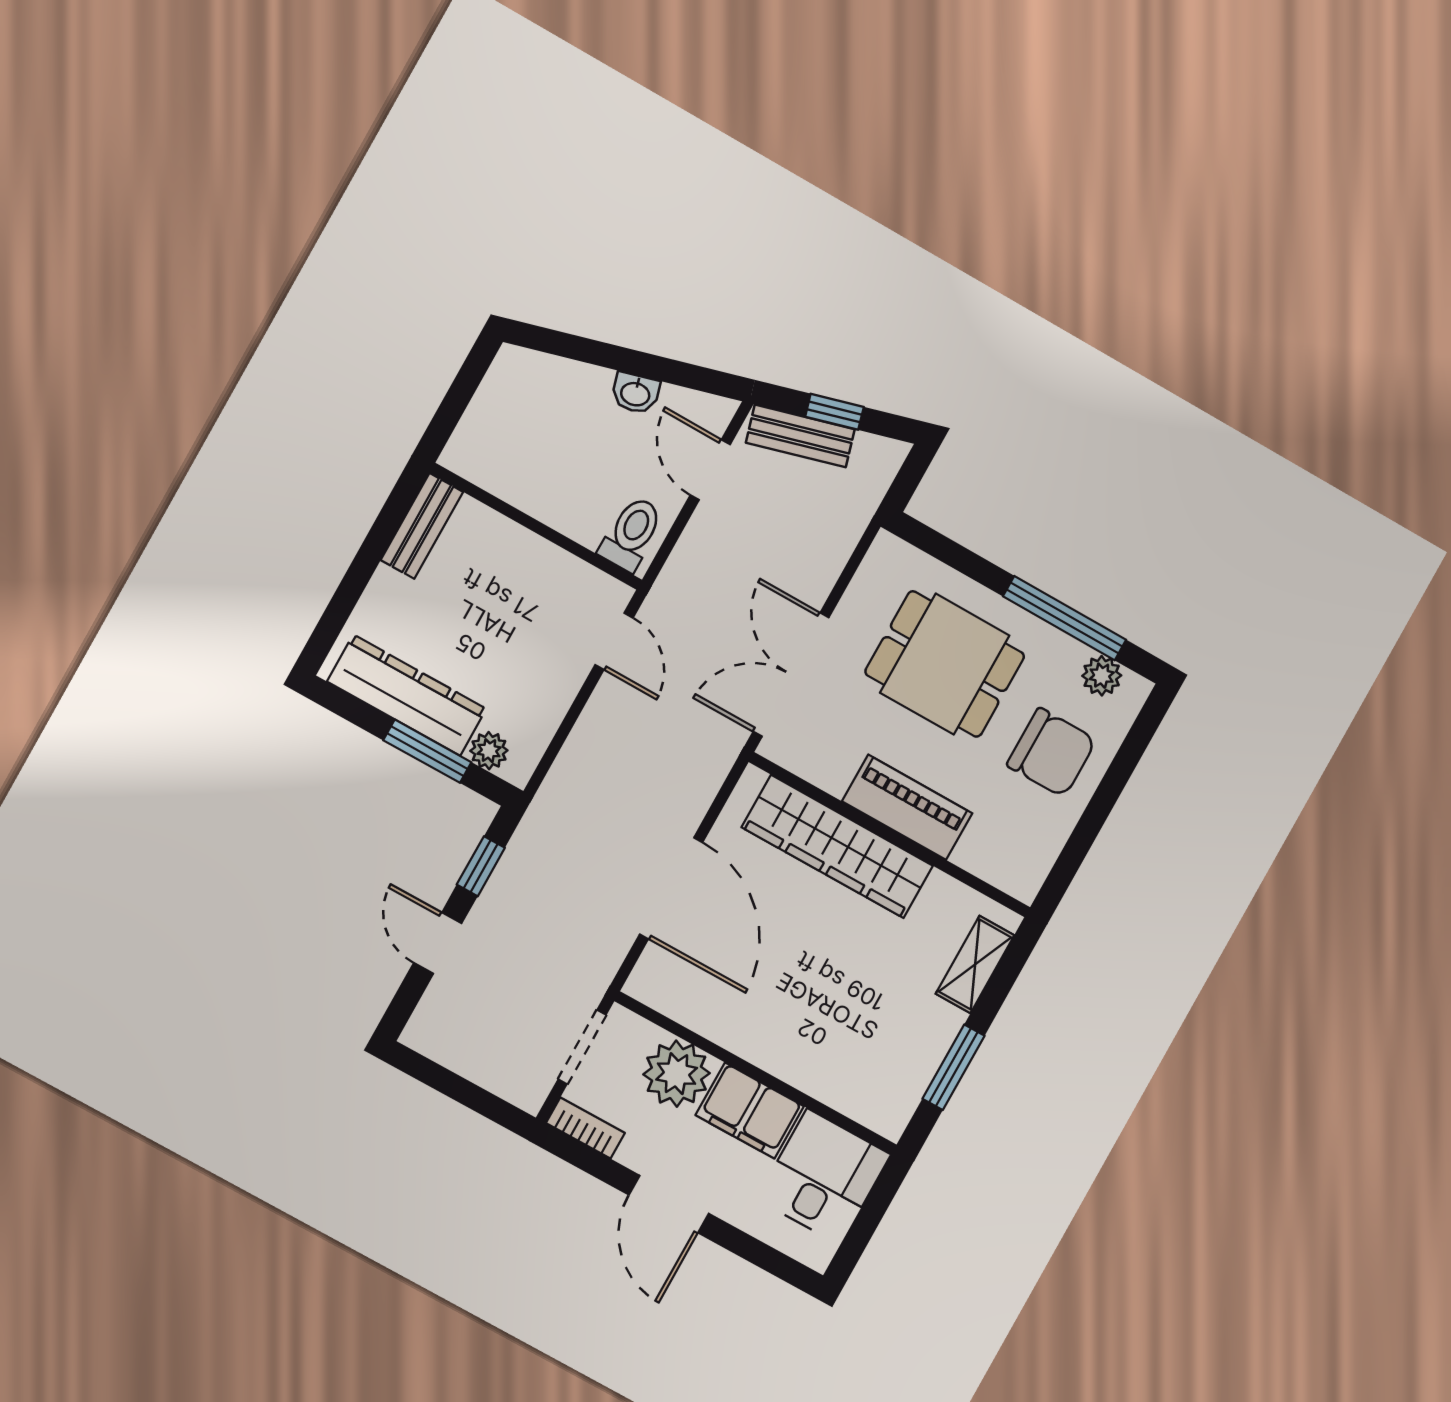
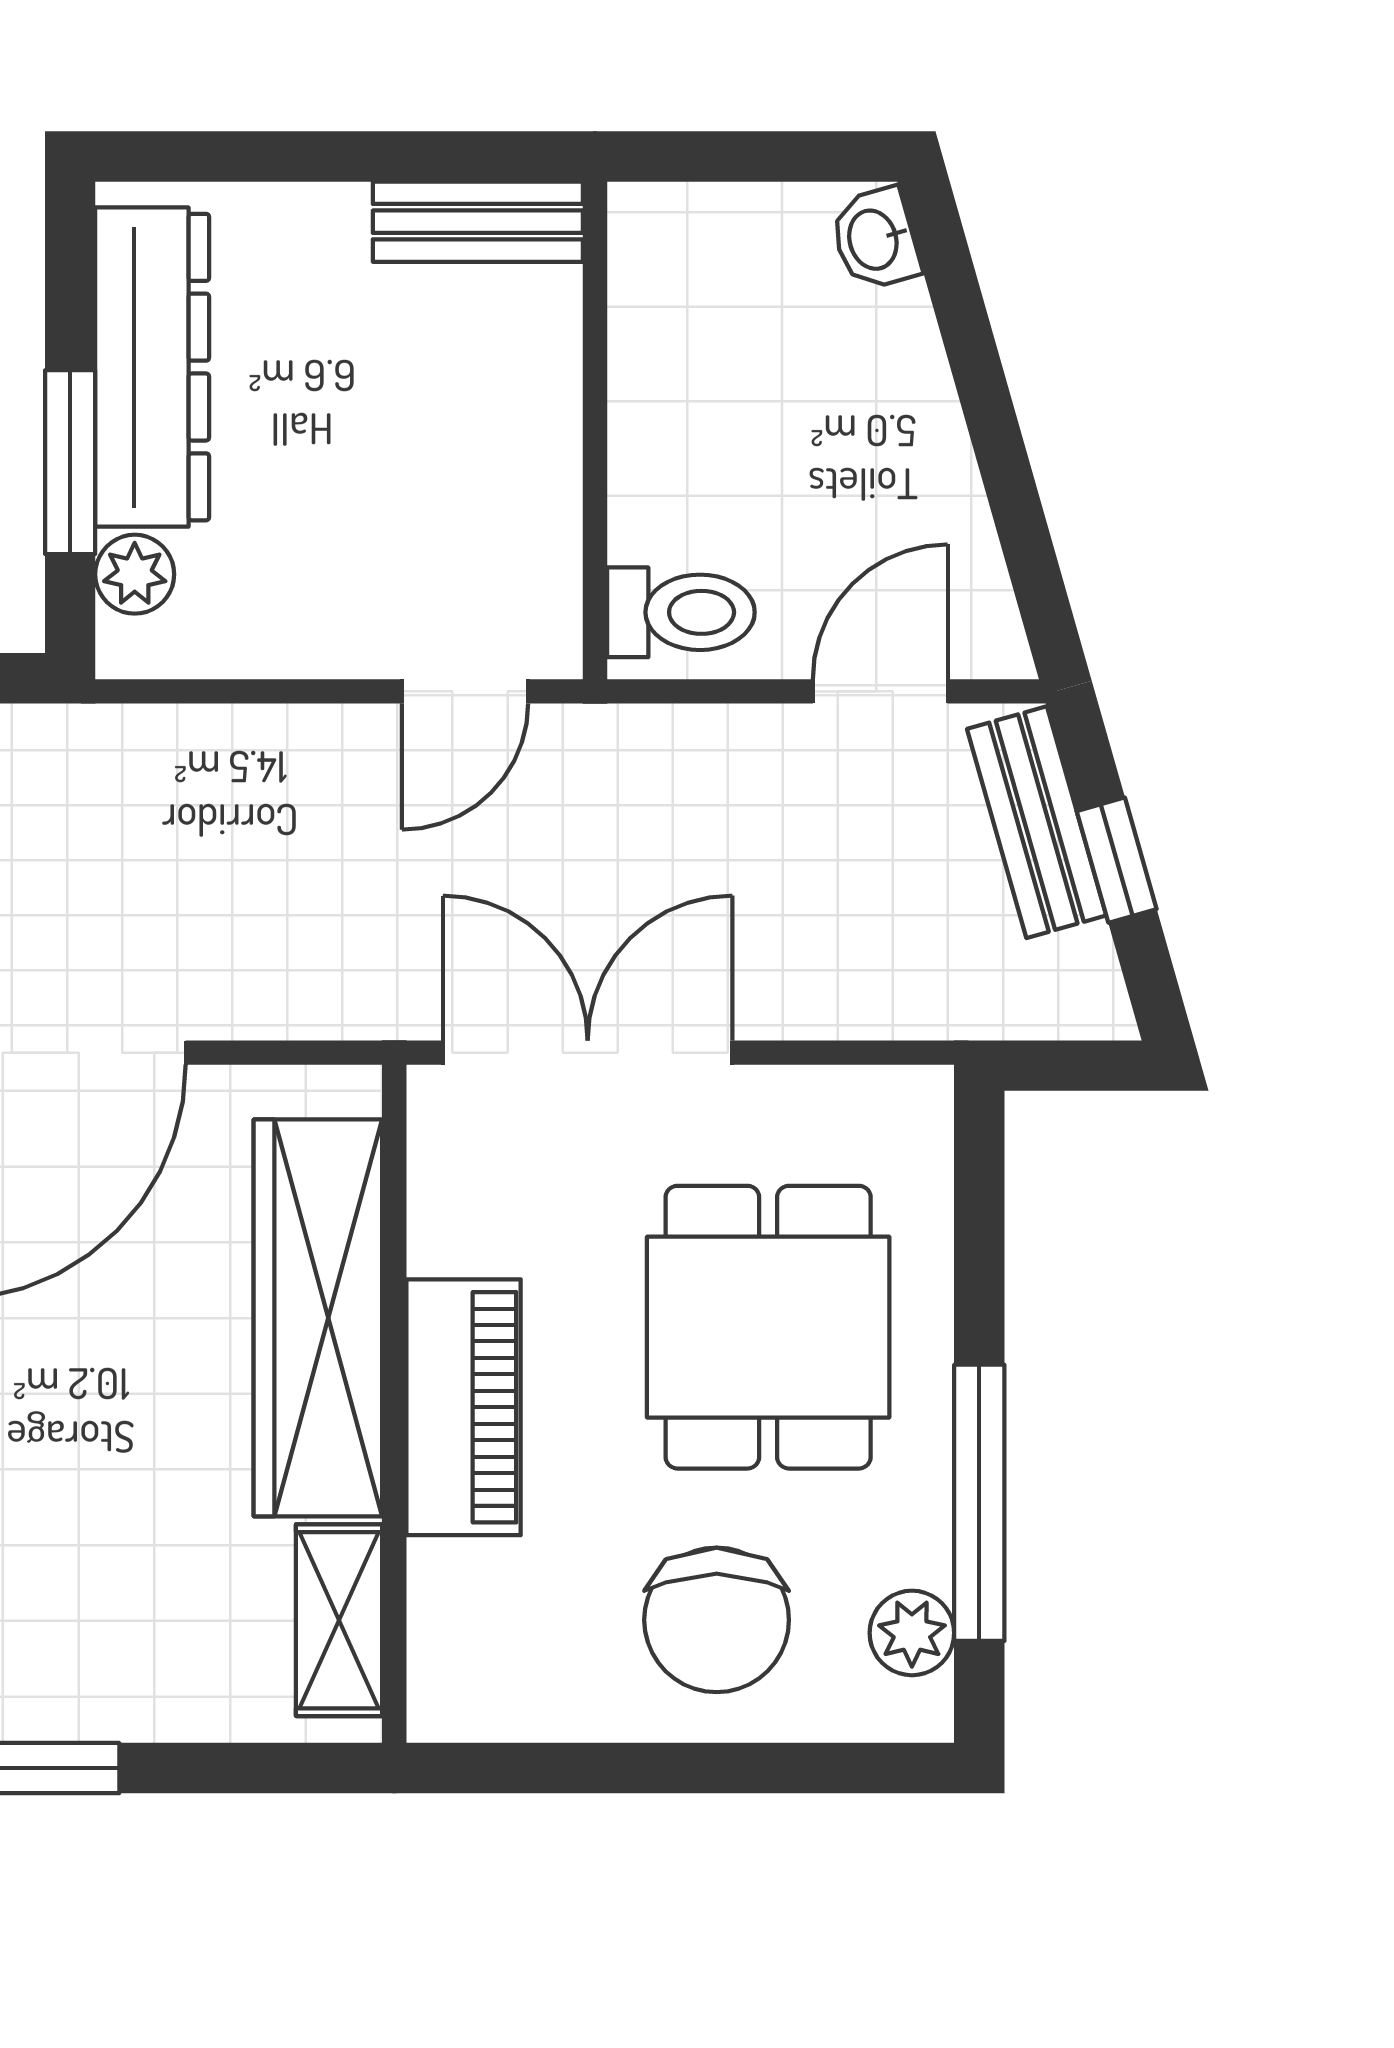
washbasin: (635, 393) -> (875, 239), moved
shelving: (975, 964) -> (339, 1620), moved, turned 90

